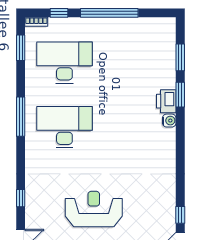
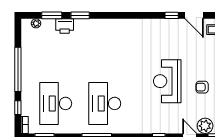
plant: (170, 37) -> (36, 23), added
printer: (166, 101) -> (65, 26), moved
water cooler: (169, 121) -> (100, 24), removed

